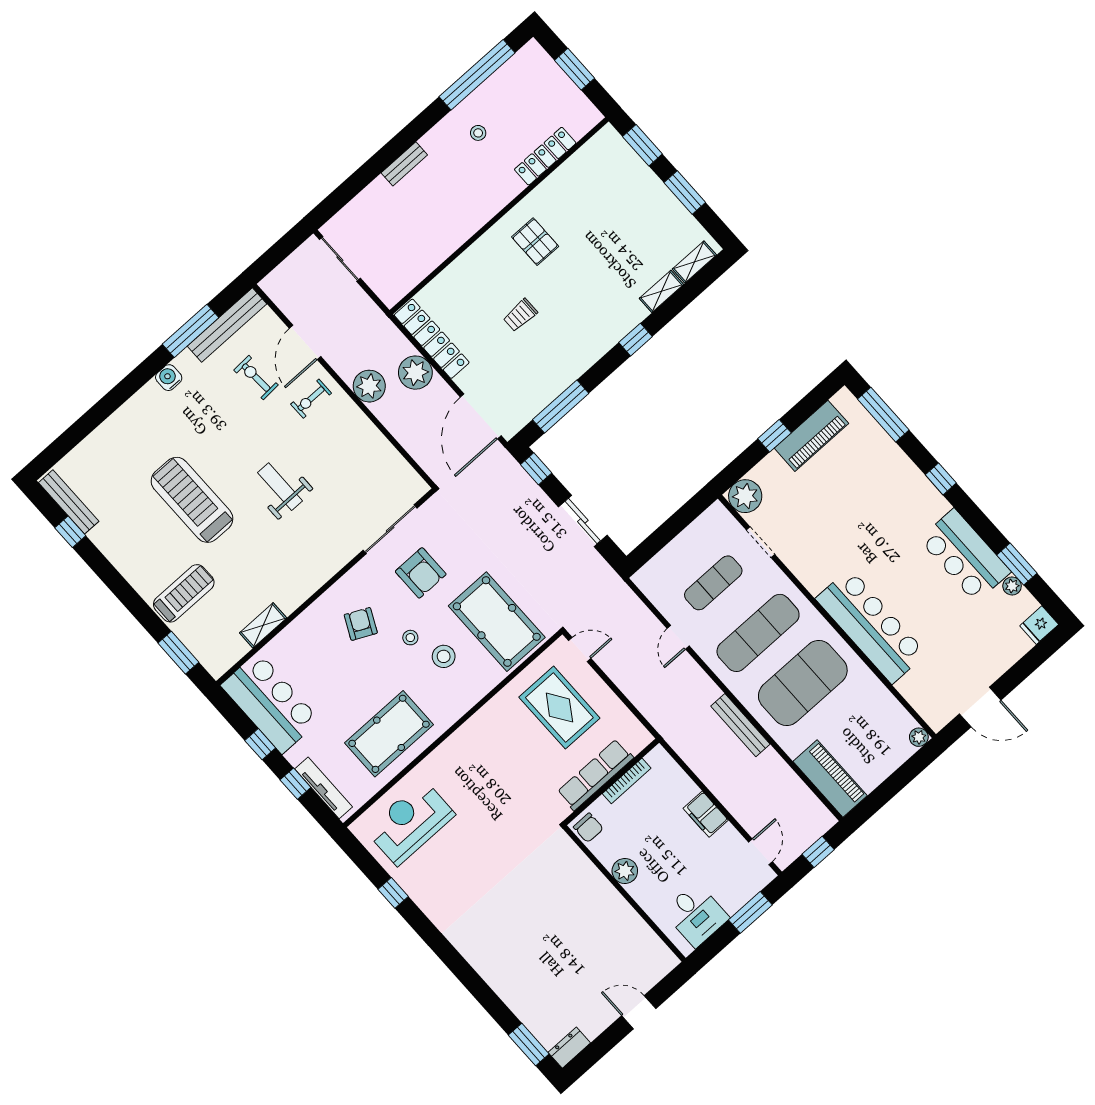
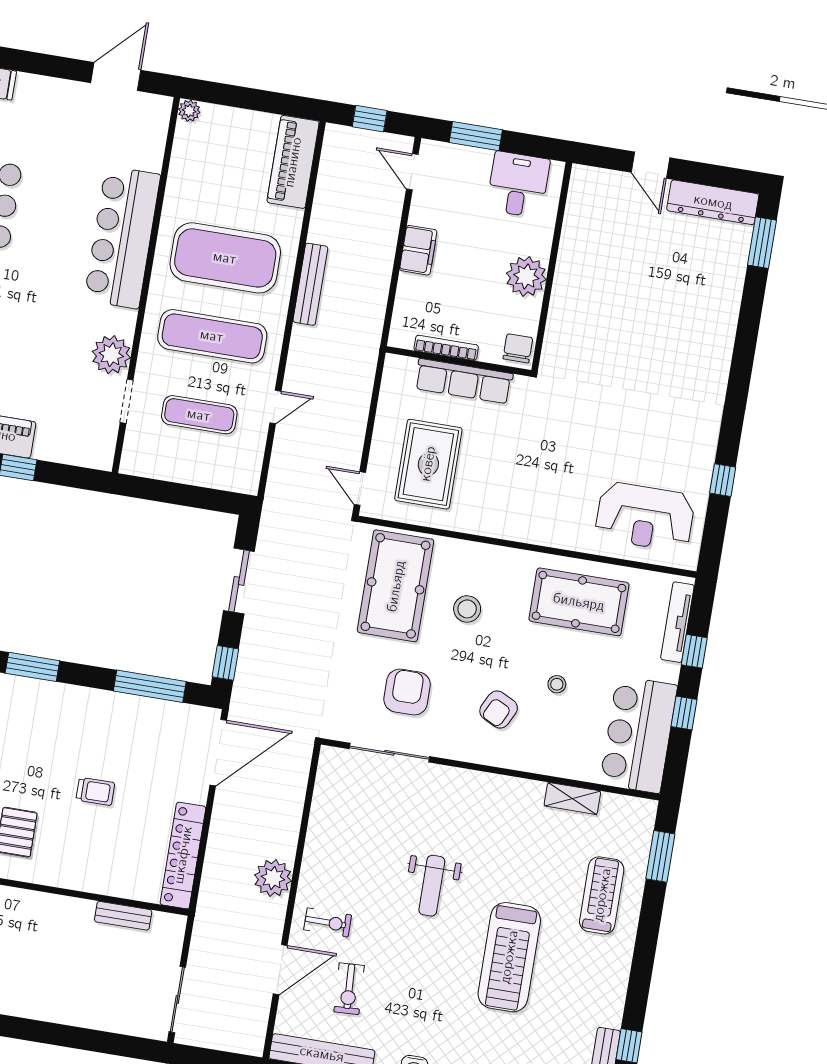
bench: (404, 164) -> (123, 916), moved
window: (636, 340) -> (32, 667), width x1.50
plant: (415, 373) -> (226, 845), removed
plant: (745, 496) -> (111, 355), moved
treadmill: (184, 593) -> (602, 895), turned 90
stool: (410, 638) -> (557, 684), moved
door: (980, 707) -> (116, 77), hinge flipped
door: (761, 852) -> (412, 172), hinge flipped
plant: (625, 871) -> (526, 276), width x1.36, depth x1.36
dresser: (569, 1048) -> (713, 202), width x1.96, depth x1.24

